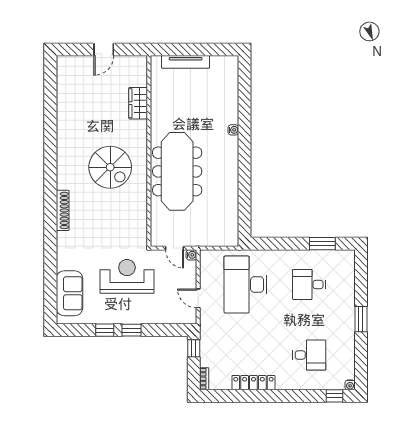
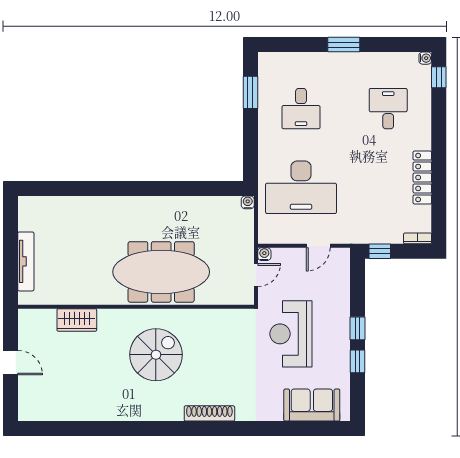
water cooler: (233, 130) -> (248, 202), moved

